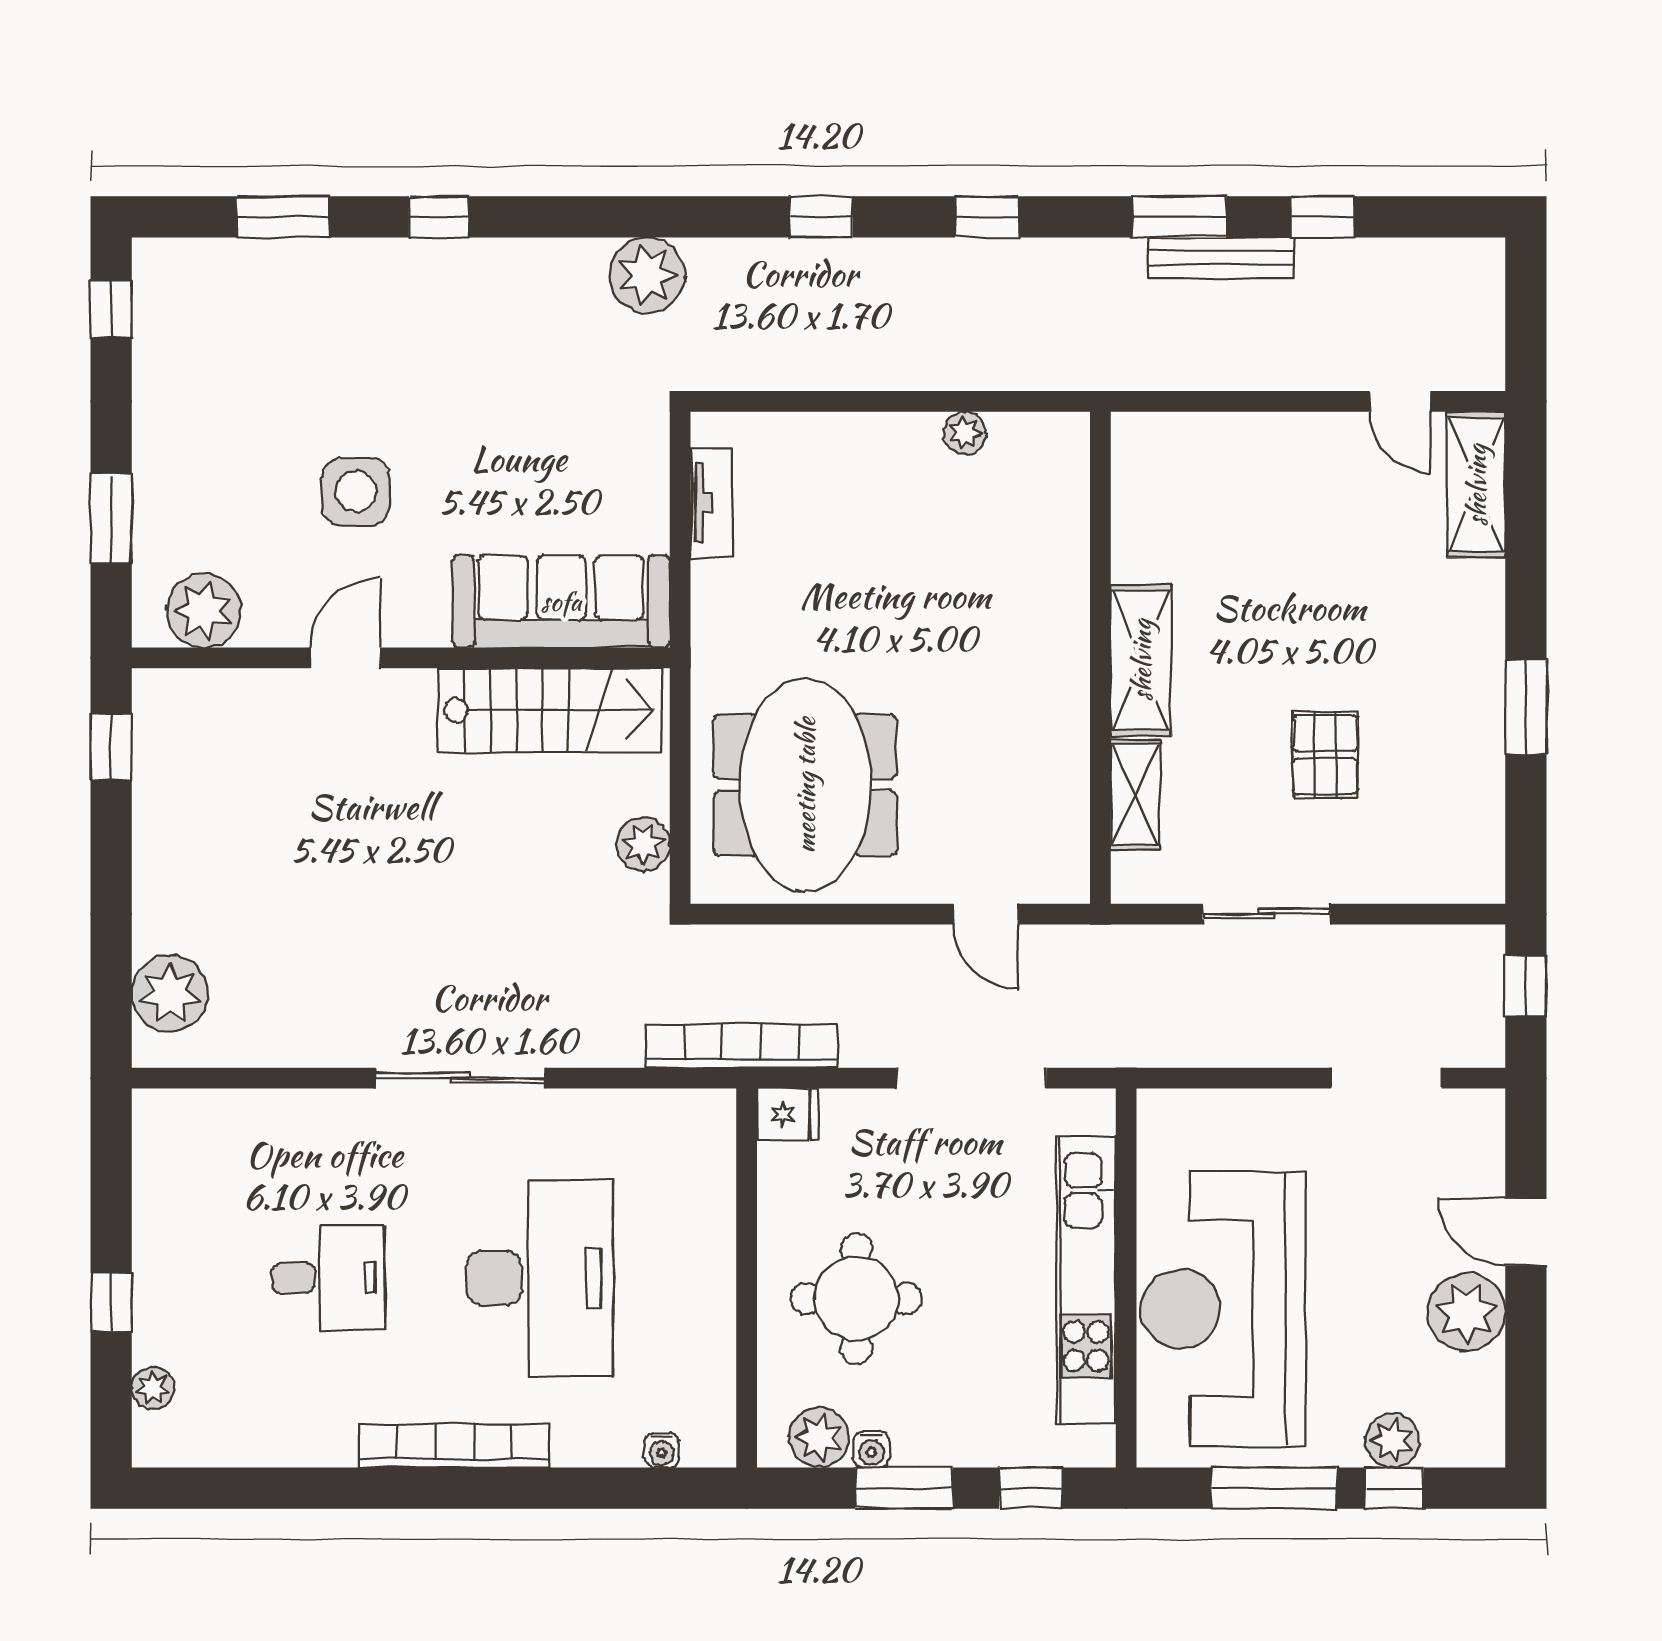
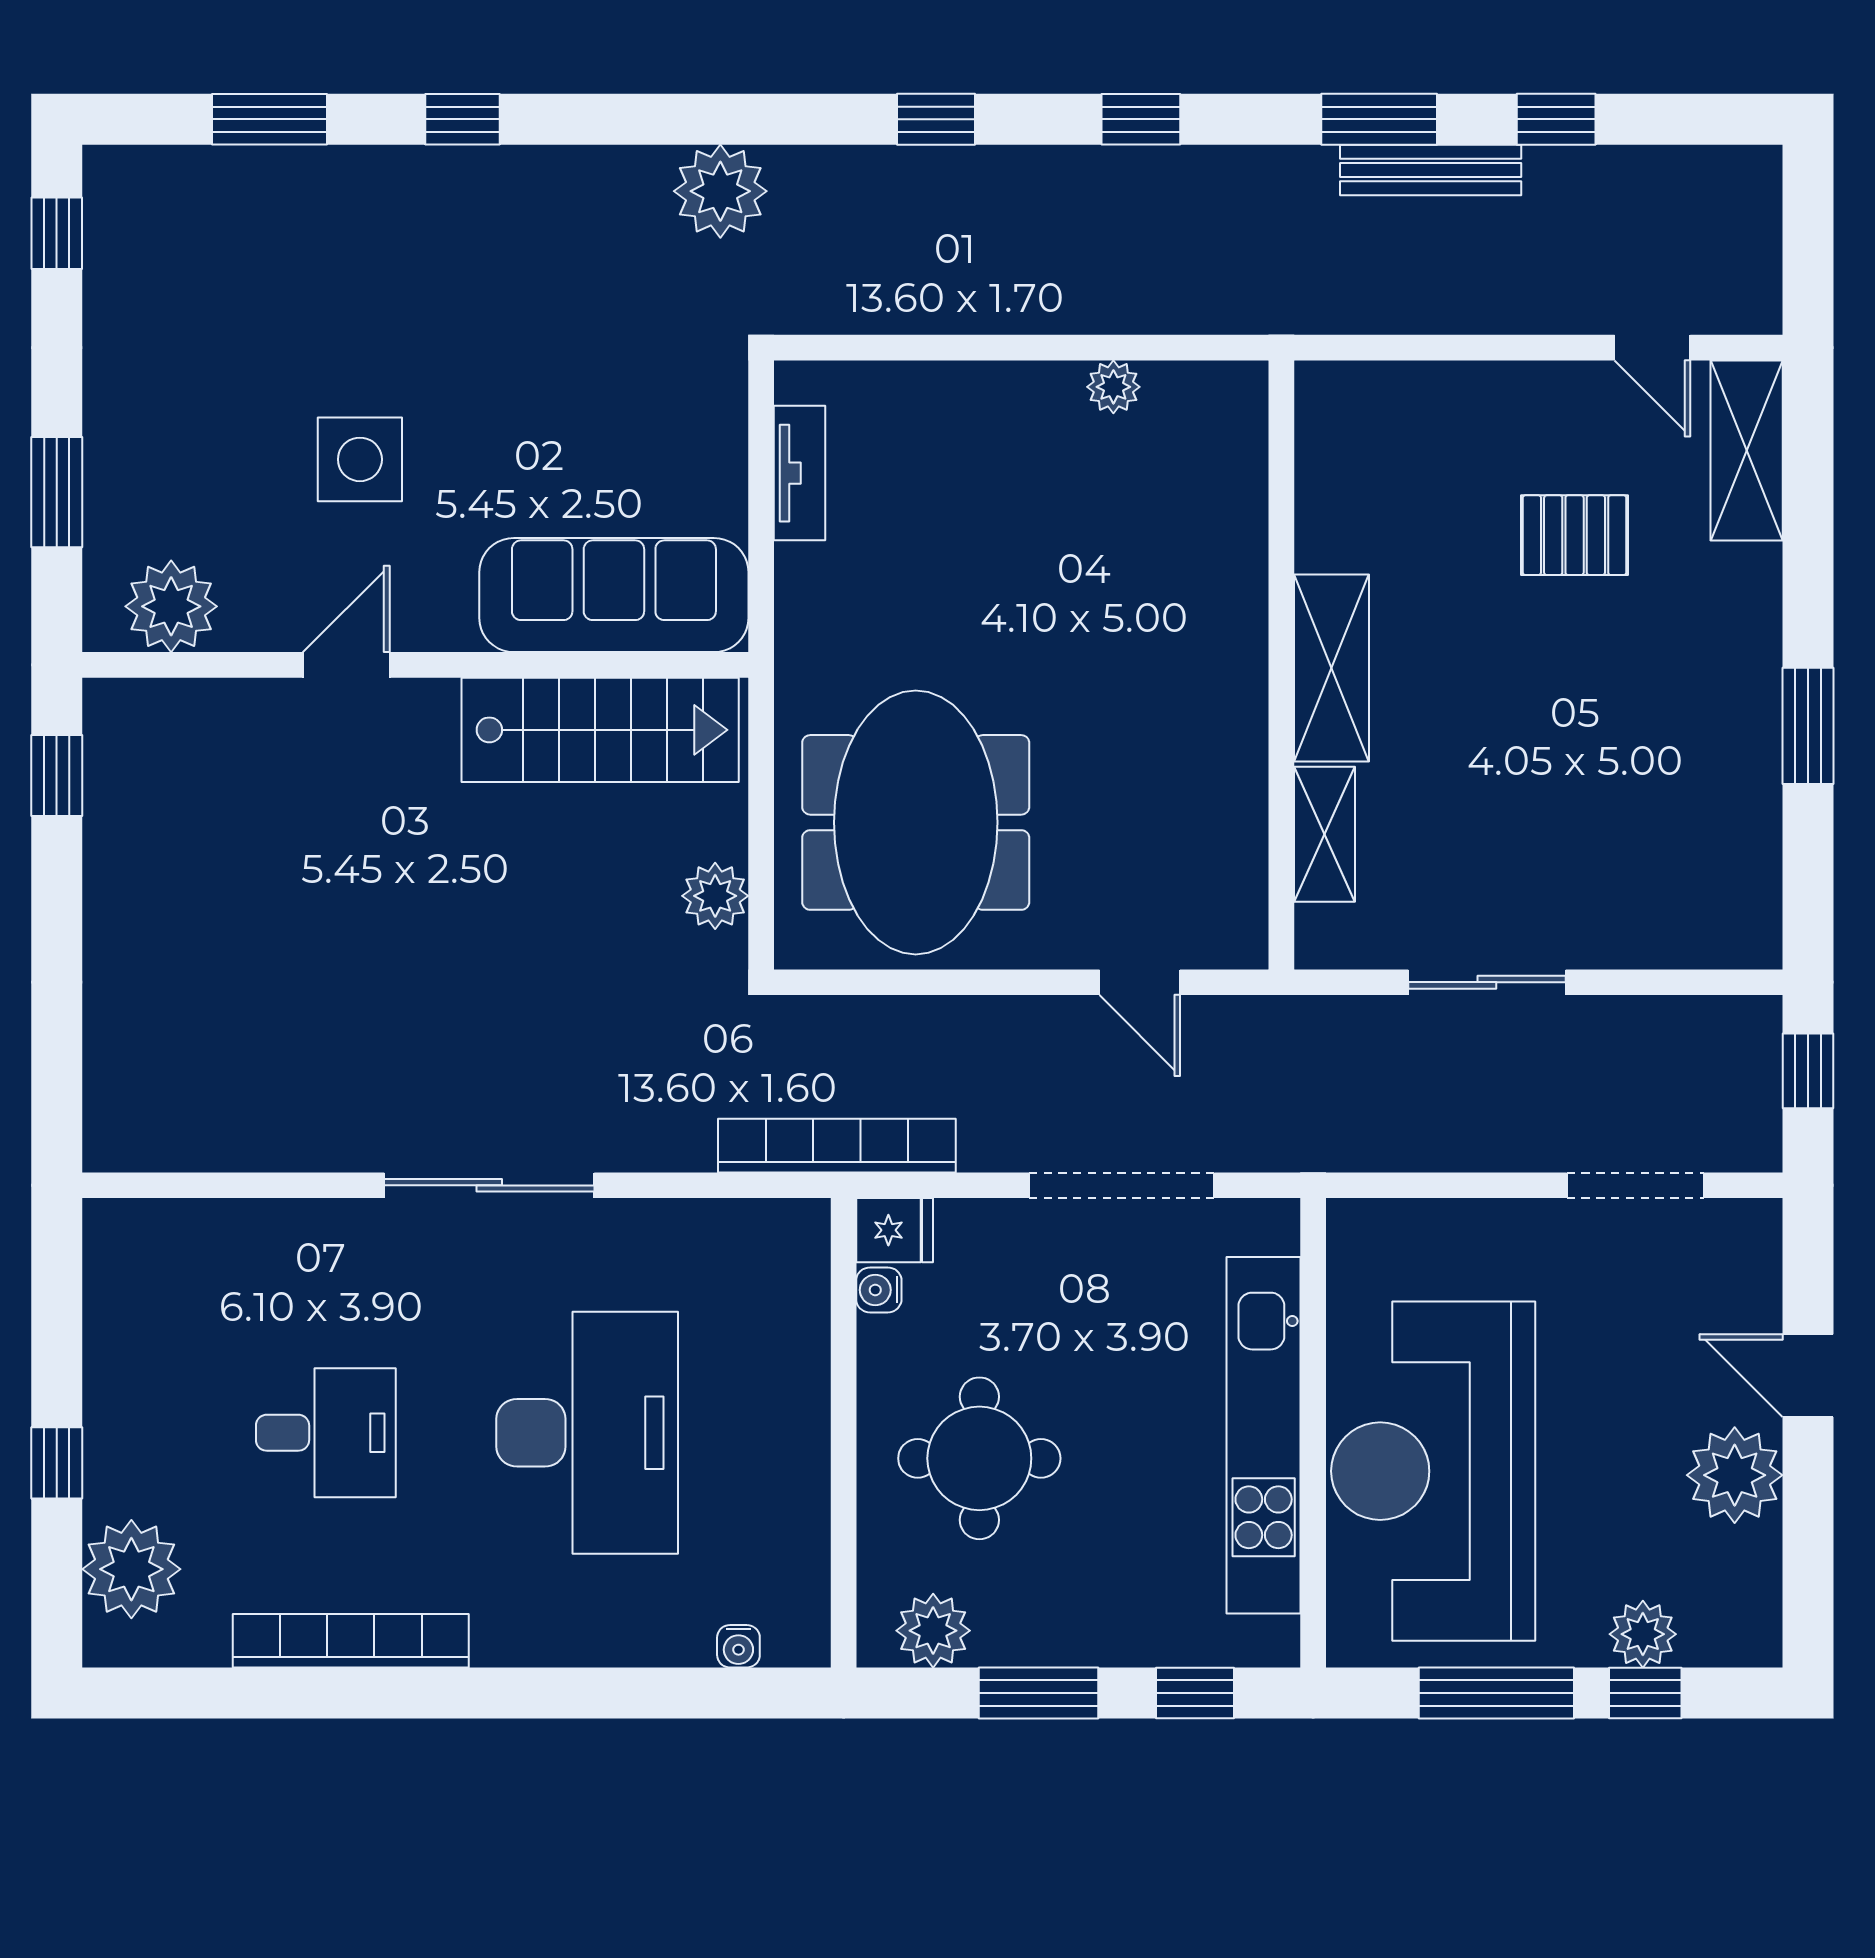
pallet: (1325, 755) -> (1575, 535), moved, turned 90
plant: (170, 994) -> (129, 1081), removed
plant: (153, 1388) -> (131, 1569), width x1.87, depth x1.87
bookcase: (454, 1446) -> (351, 1641), moved
water cooler: (871, 1449) -> (879, 1290), moved, turned 90

